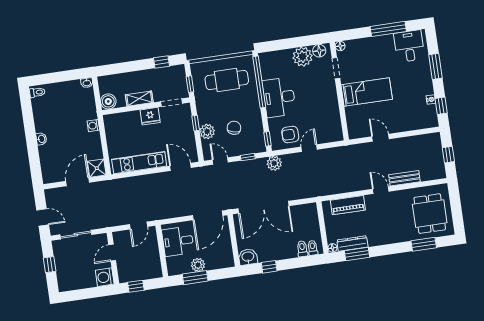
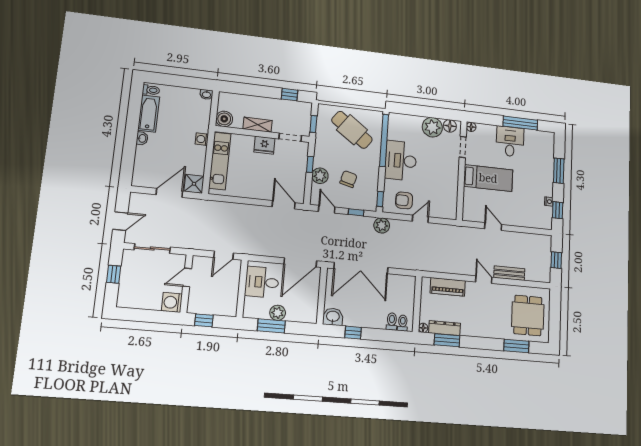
desk: (409, 46) -> (510, 141), moved
cafe table: (227, 80) -> (352, 130), turned 36
bathtub: (41, 115) -> (149, 114), added
kitchen unit: (139, 163) -> (220, 161), moved, turned 90
door: (43, 217) -> (120, 221), hinge flipped

